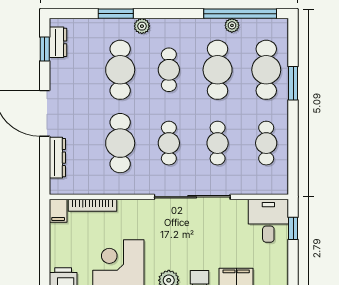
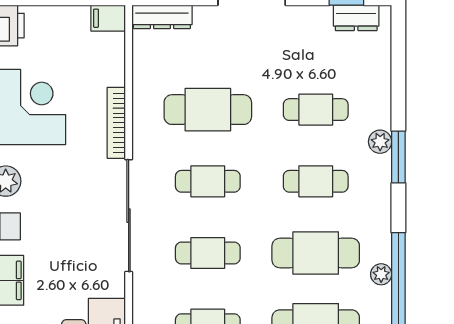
window: (116, 14) -> (398, 157), moved
cafe table: (120, 70) -> (316, 110), width x0.73, depth x0.74
dresser: (57, 158) -> (162, 17), moved
bookcase: (92, 205) -> (116, 123), moved

